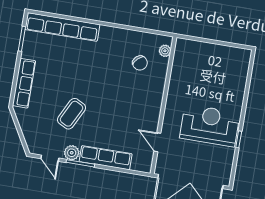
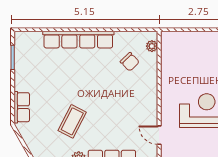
row of seats: (62, 27) -> (78, 40), moved
row of seats: (24, 83) -> (22, 107), width x0.68

